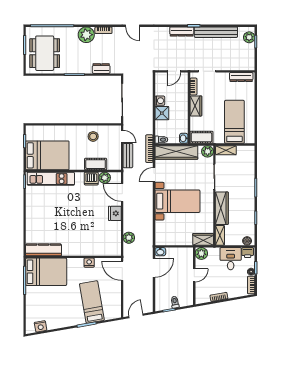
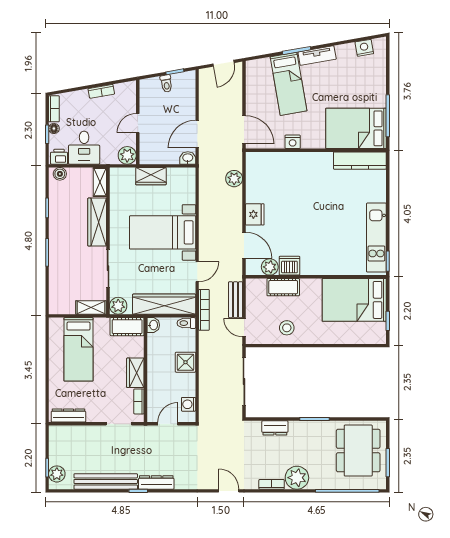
washing machine: (160, 101) -> (189, 404), moved
kitchen unit: (51, 179) -> (376, 238), moved, turned -90
wardrobe: (203, 239) -> (151, 176), moved
tv unit: (73, 321) -> (317, 56), added

